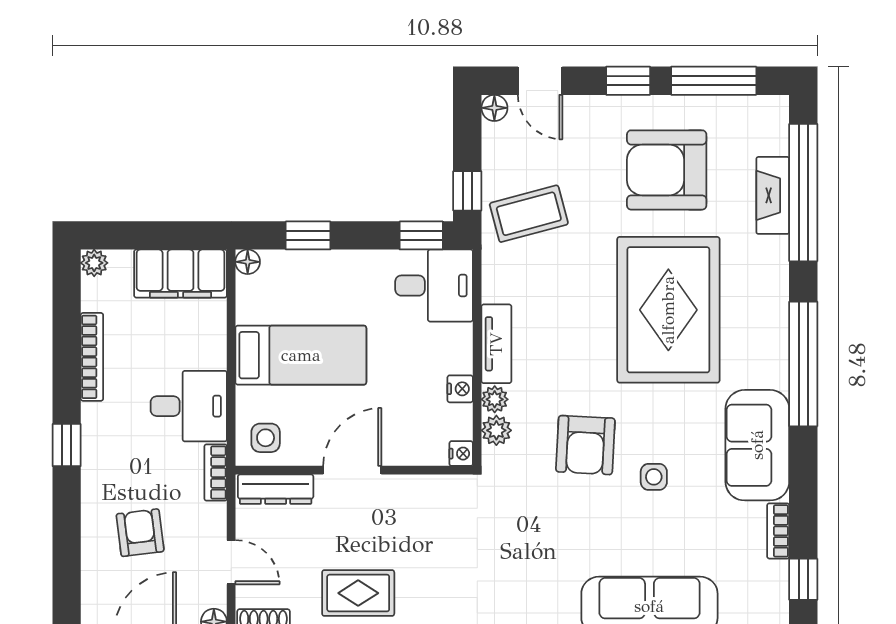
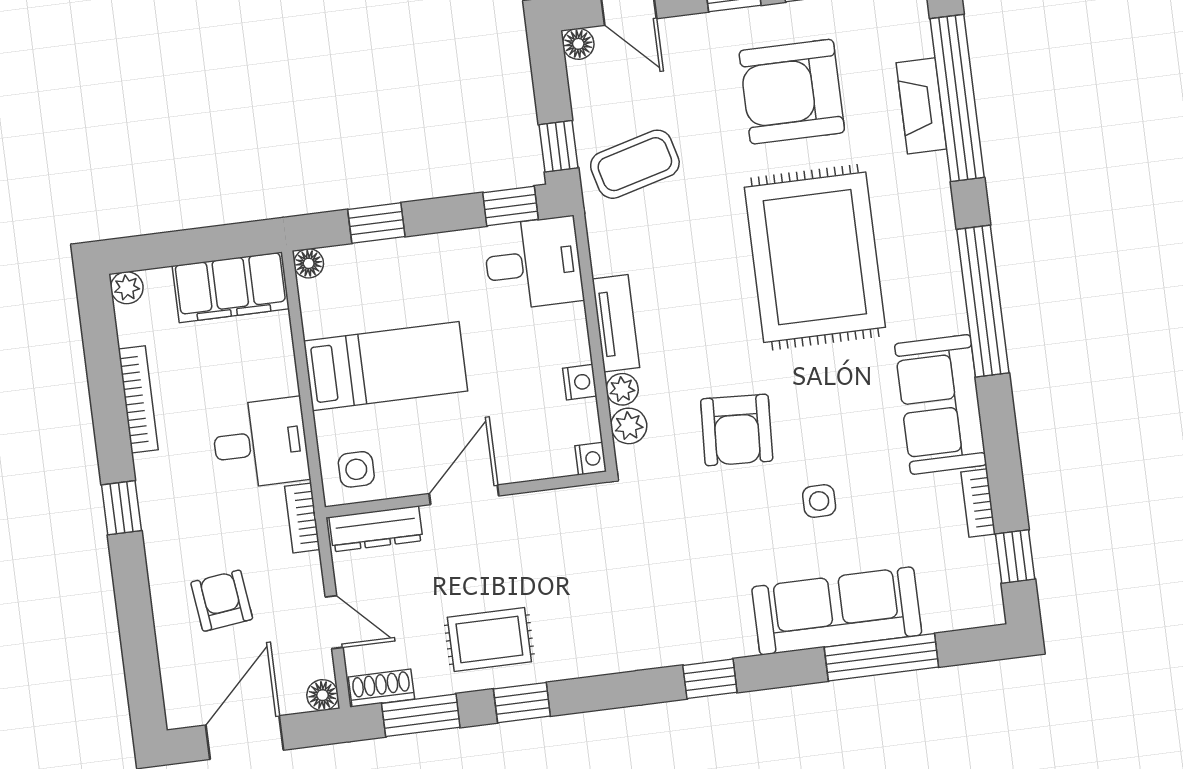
side table: (654, 477) -> (819, 501), moved

